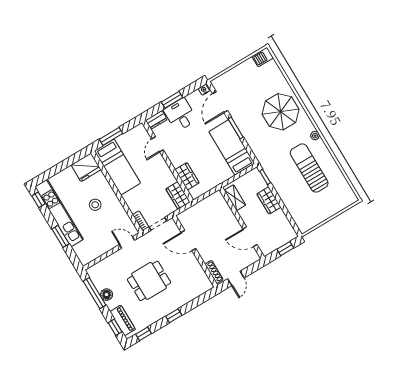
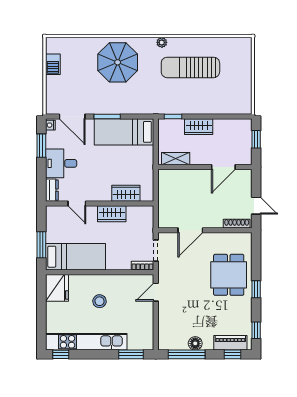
barbecue: (263, 57) -> (53, 64), moved
window: (172, 100) -> (41, 146), moved
wardrobe: (178, 195) -> (112, 214), moved
window: (60, 236) -> (131, 354), moved
dining table: (149, 281) -> (229, 275), moved

